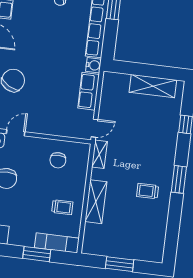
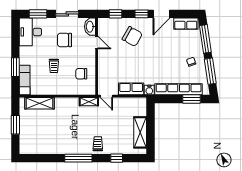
window: (179, 179) -> (78, 158), width x1.44
trolley: (148, 191) -> (98, 144), moved
shelving: (96, 202) -> (40, 103), moved
trolley: (62, 207) -> (54, 66), moved

